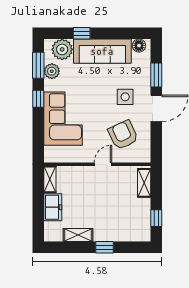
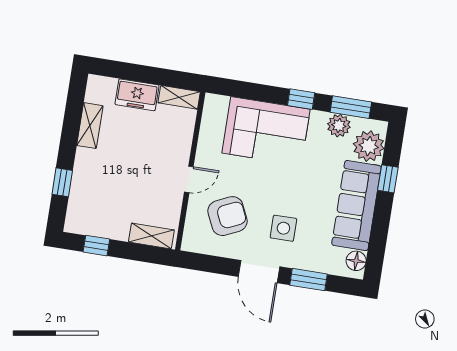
door: (103, 164) -> (189, 179), hinge flipped
window: (105, 247) -> (62, 182), moved

